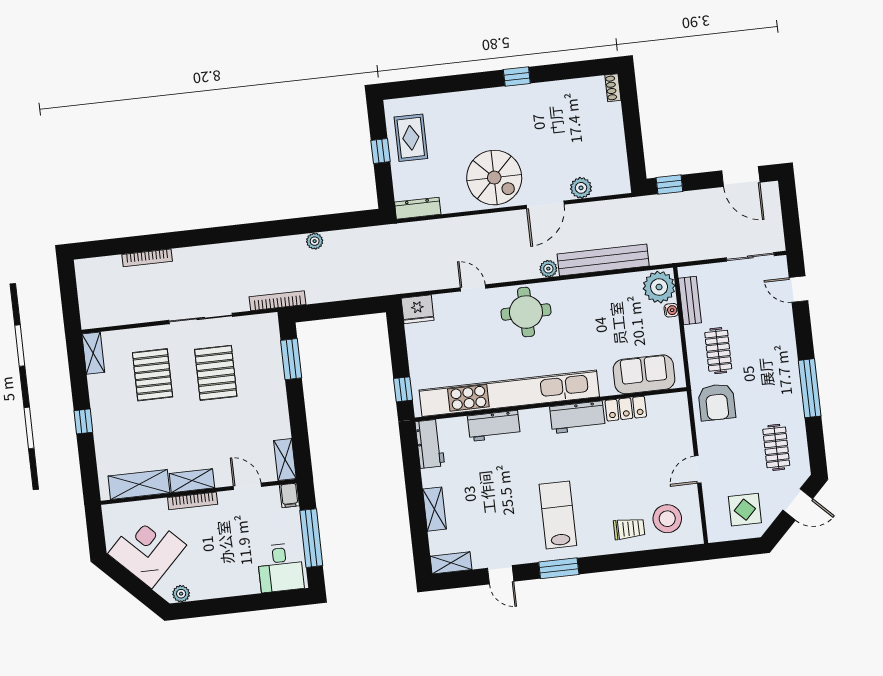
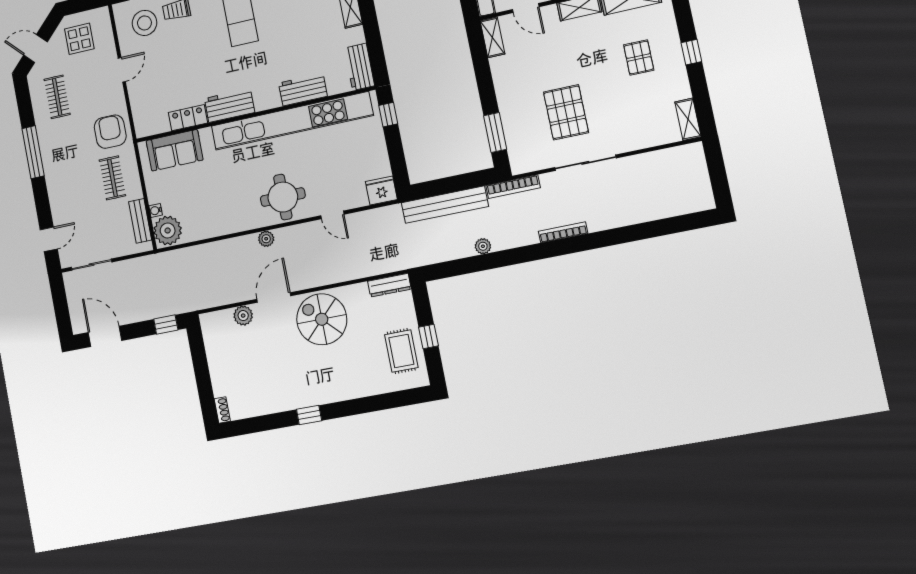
bookcase: (147, 258) -> (563, 232), moved
bench: (603, 260) -> (445, 205), moved
door: (799, 289) -> (49, 239), hinge flipped
pallet: (153, 375) -> (639, 57), moved, width x0.67, depth x0.71

